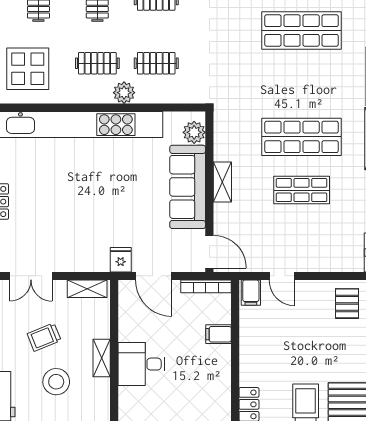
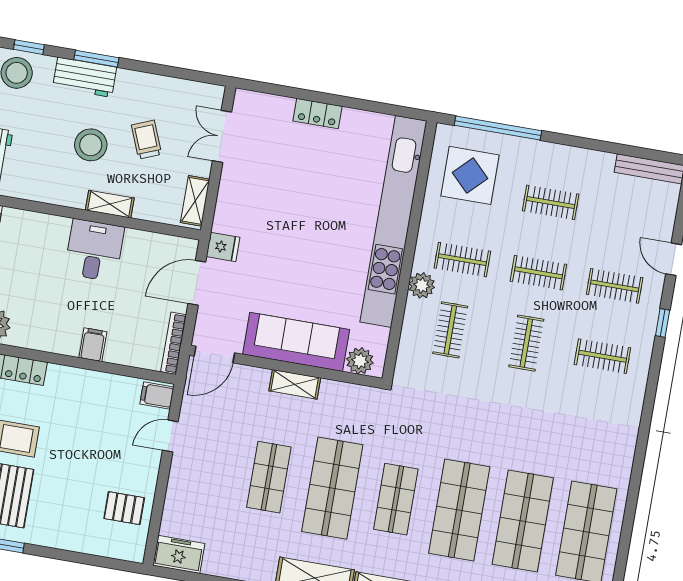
clothes rail: (97, 63) -> (462, 260), turned 90
shop shelf: (302, 84) -> (396, 499), added
filing cabinet: (218, 334) -> (93, 345), moved

